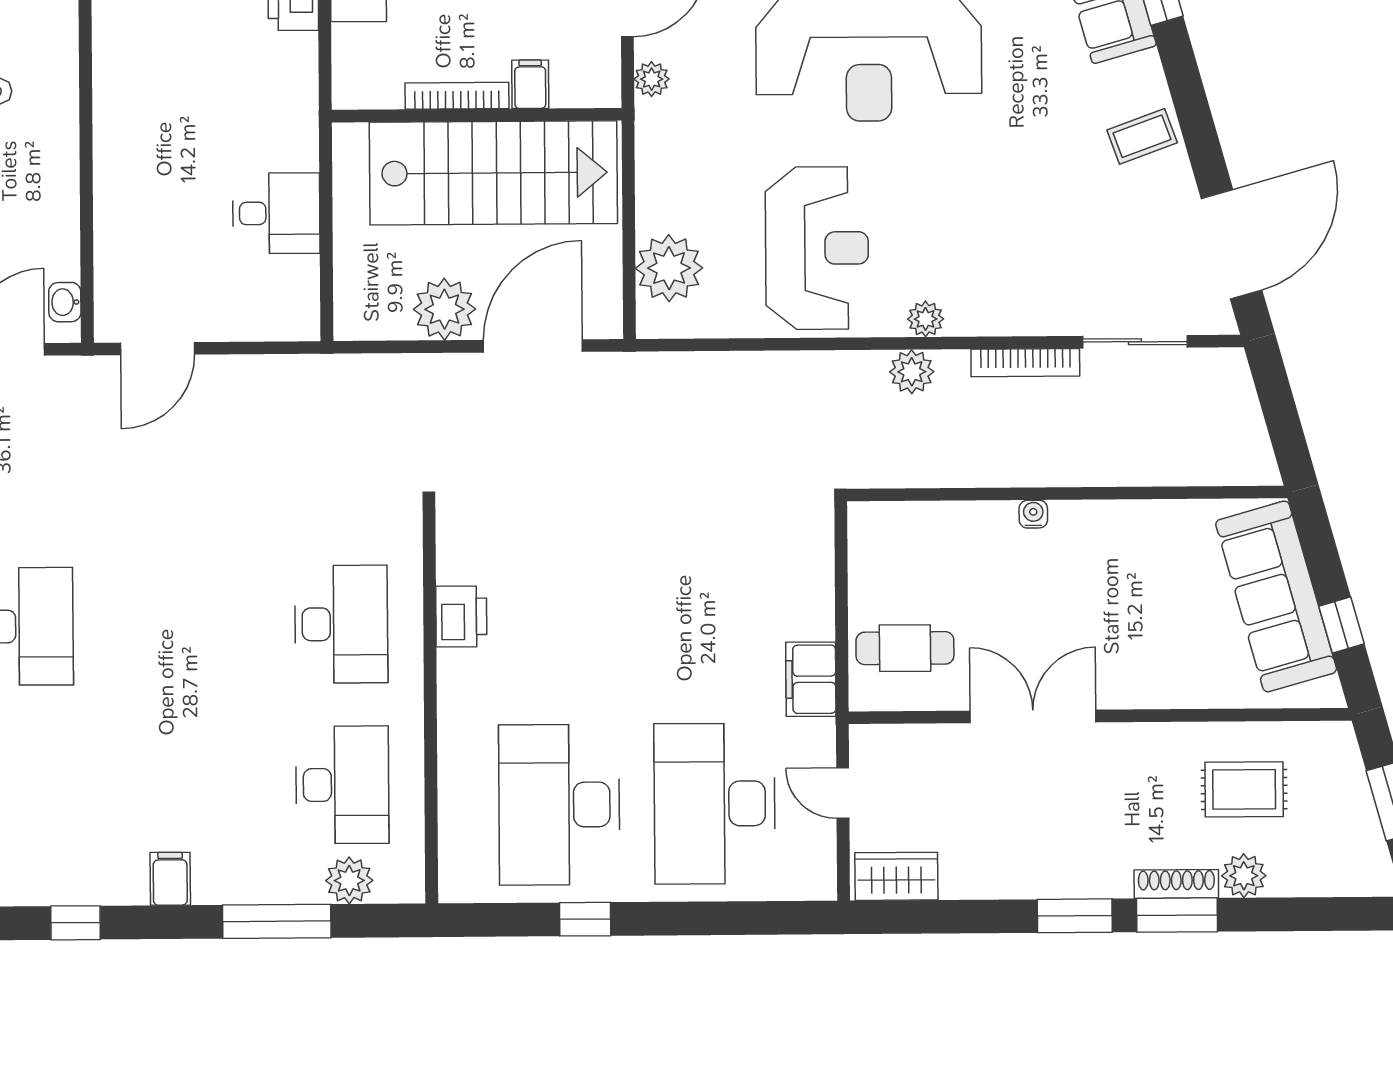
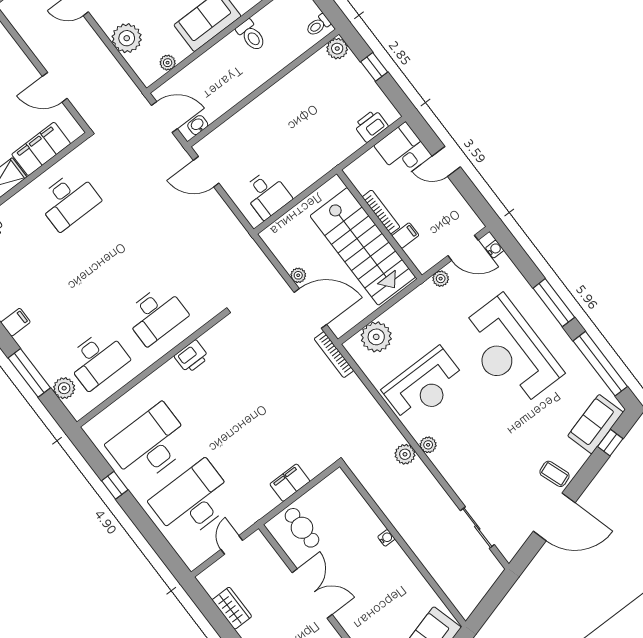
desk: (276, 213) -> (267, 194), moved
door: (1232, 244) -> (554, 517), moved
plant: (444, 309) -> (298, 275), width x0.53, depth x0.53
bookcase: (1025, 363) -> (334, 355), moved
filing cabinet: (811, 679) -> (290, 483), moved
wardrobe: (896, 876) -> (232, 608), moved

